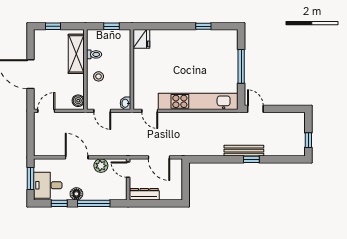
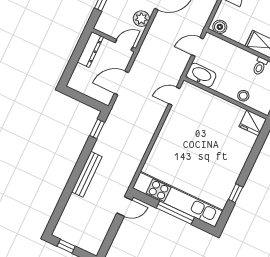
stool: (99, 76) -> (243, 96), moved
kitchen unit: (198, 101) -> (178, 199), moved, turned -90
washbasin: (126, 103) -> (201, 75), width x1.91, depth x1.45
window: (251, 159) -> (97, 129), moved

